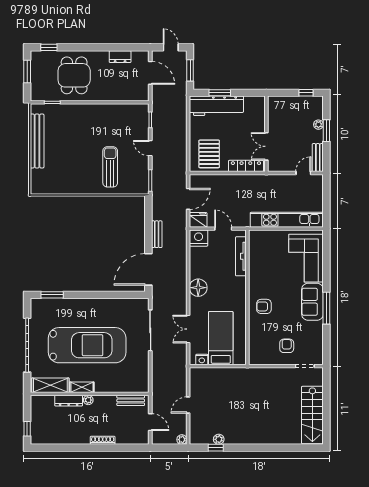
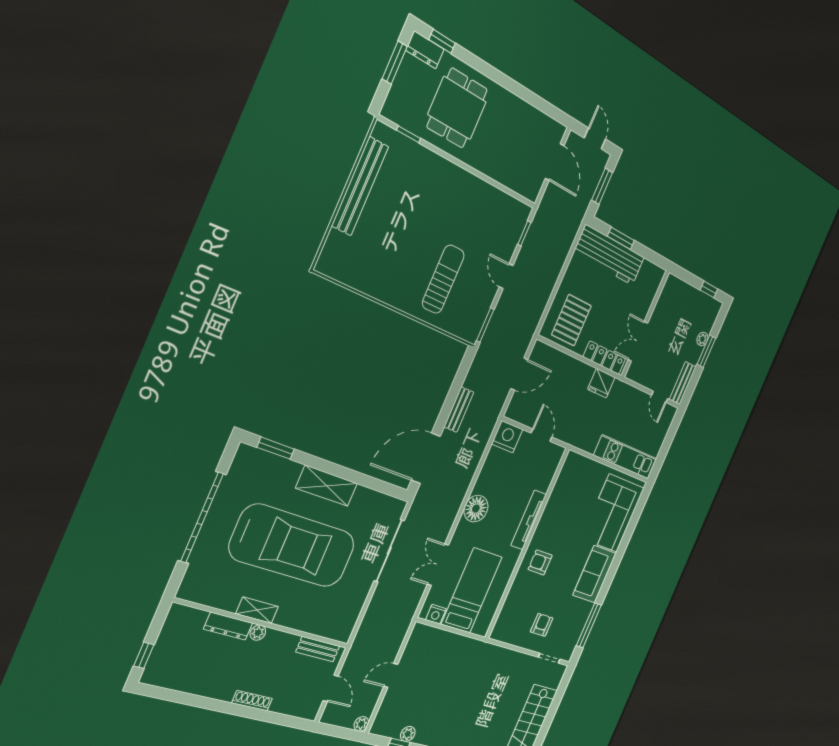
dresser: (120, 57) -> (425, 50), moved
door: (303, 173) -> (660, 397), swing flipped
fridge: (198, 220) -> (601, 383), moved, turned 180
kitchen unit: (287, 220) -> (625, 457), width x0.73
tv unit: (241, 256) -> (529, 520), moved
window: (326, 308) -> (589, 625), moved
shelving: (50, 385) -> (327, 486), moved

